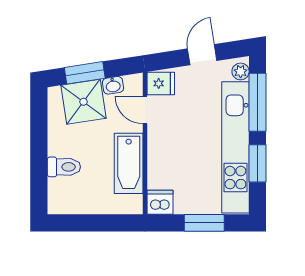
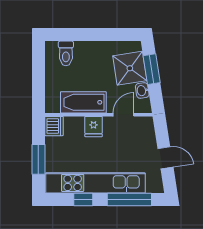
plant: (241, 71) -> (153, 187), removed
fridge: (161, 83) -> (94, 127), moved
window: (257, 163) -> (83, 200), width x0.67
toilet: (64, 167) -> (66, 53), moved

